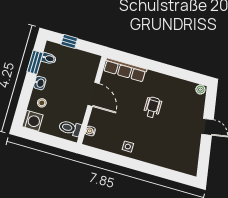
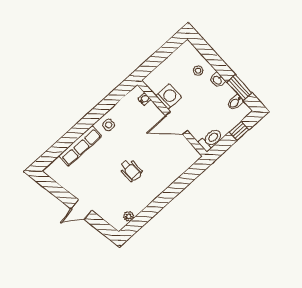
row of seats: (125, 70) -> (80, 146), moved, turned 180
plant: (200, 90) -> (129, 216), moved
washing machine: (32, 121) -> (169, 97), moved, turned 180
toilet: (70, 128) -> (211, 139), moved

